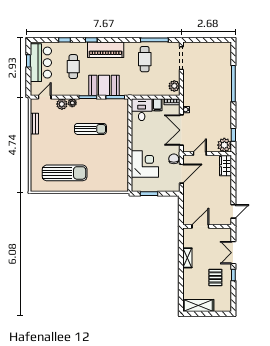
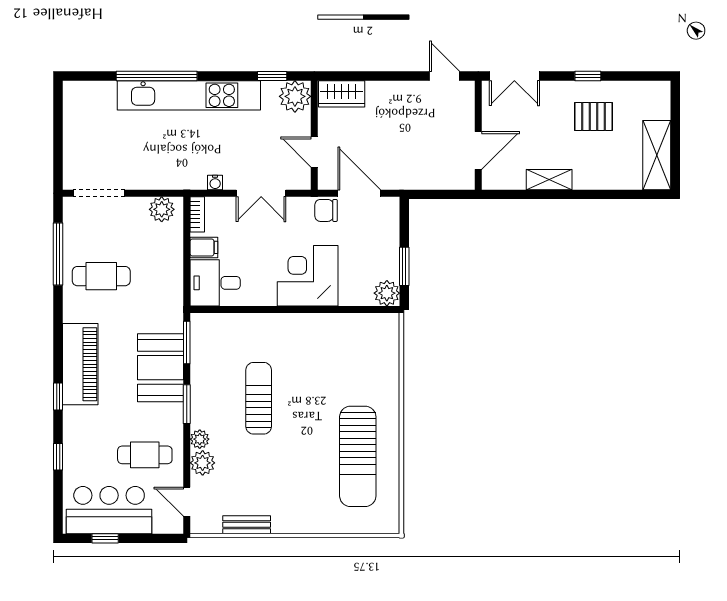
cafe table: (73, 67) -> (145, 455), moved
kitchen unit: (225, 98) -> (189, 95), added
double door: (181, 130) -> (261, 193), width x0.73
corner desk: (145, 164) -> (308, 276), moved
sun lounger: (65, 173) -> (358, 456), turned 180
plant: (137, 186) -> (387, 293), added
door: (200, 226) -> (478, 151), swing flipped
double door: (233, 253) -> (514, 76), moved

